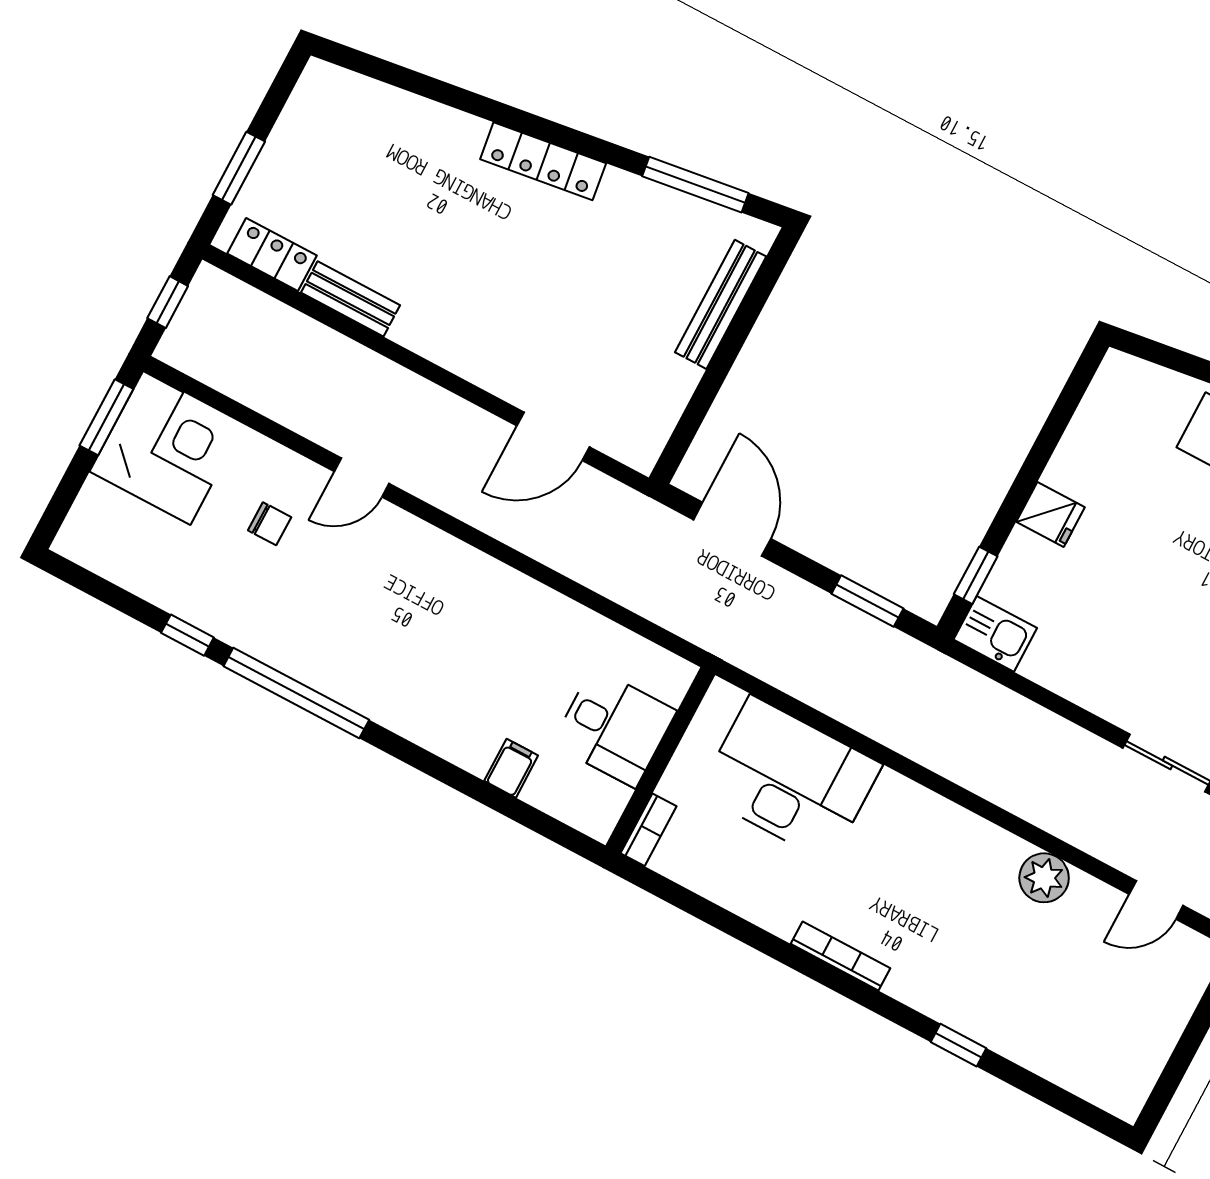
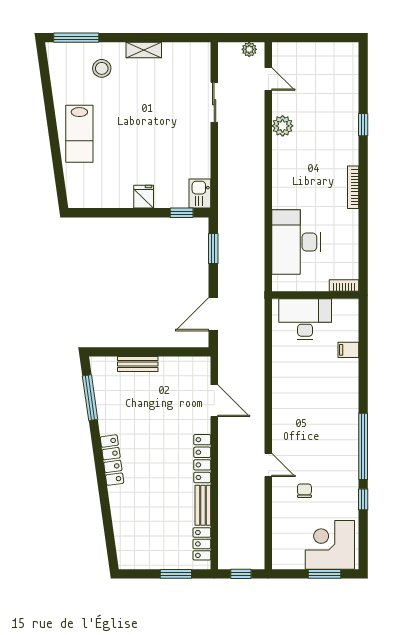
bench: (721, 304) -> (138, 364), width x0.73
locker: (447, 349) -> (202, 459), added
window: (106, 417) -> (325, 574), moved
corner desk: (167, 448) -> (330, 545), moved
desk: (614, 727) -> (305, 319), width x1.37

